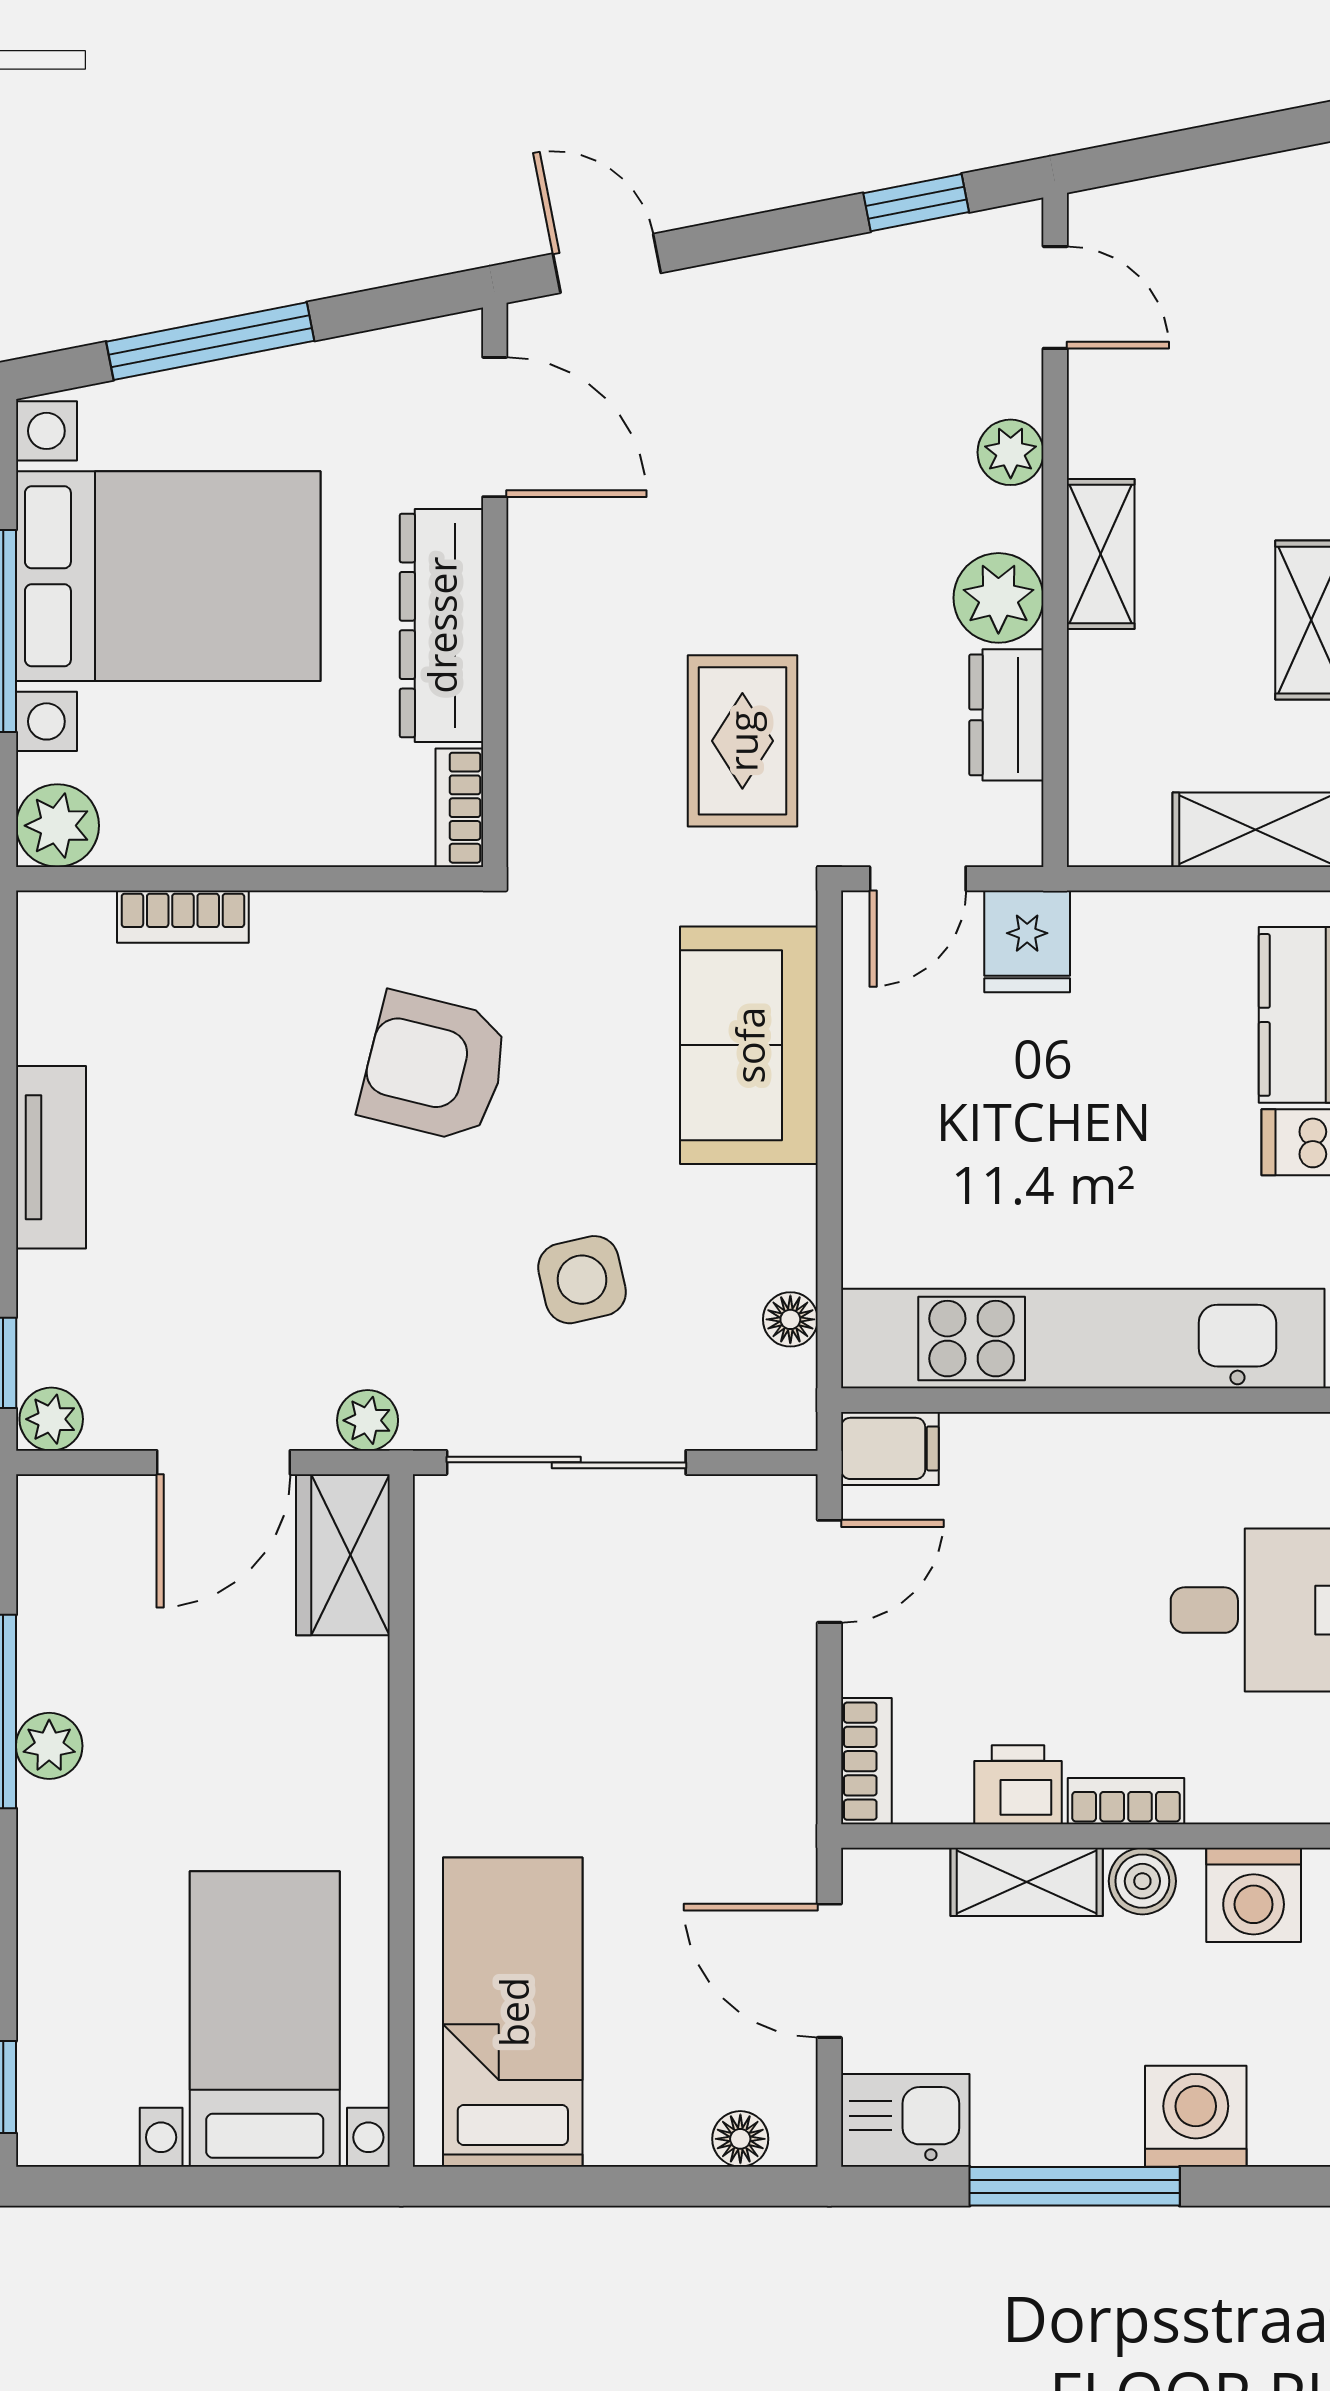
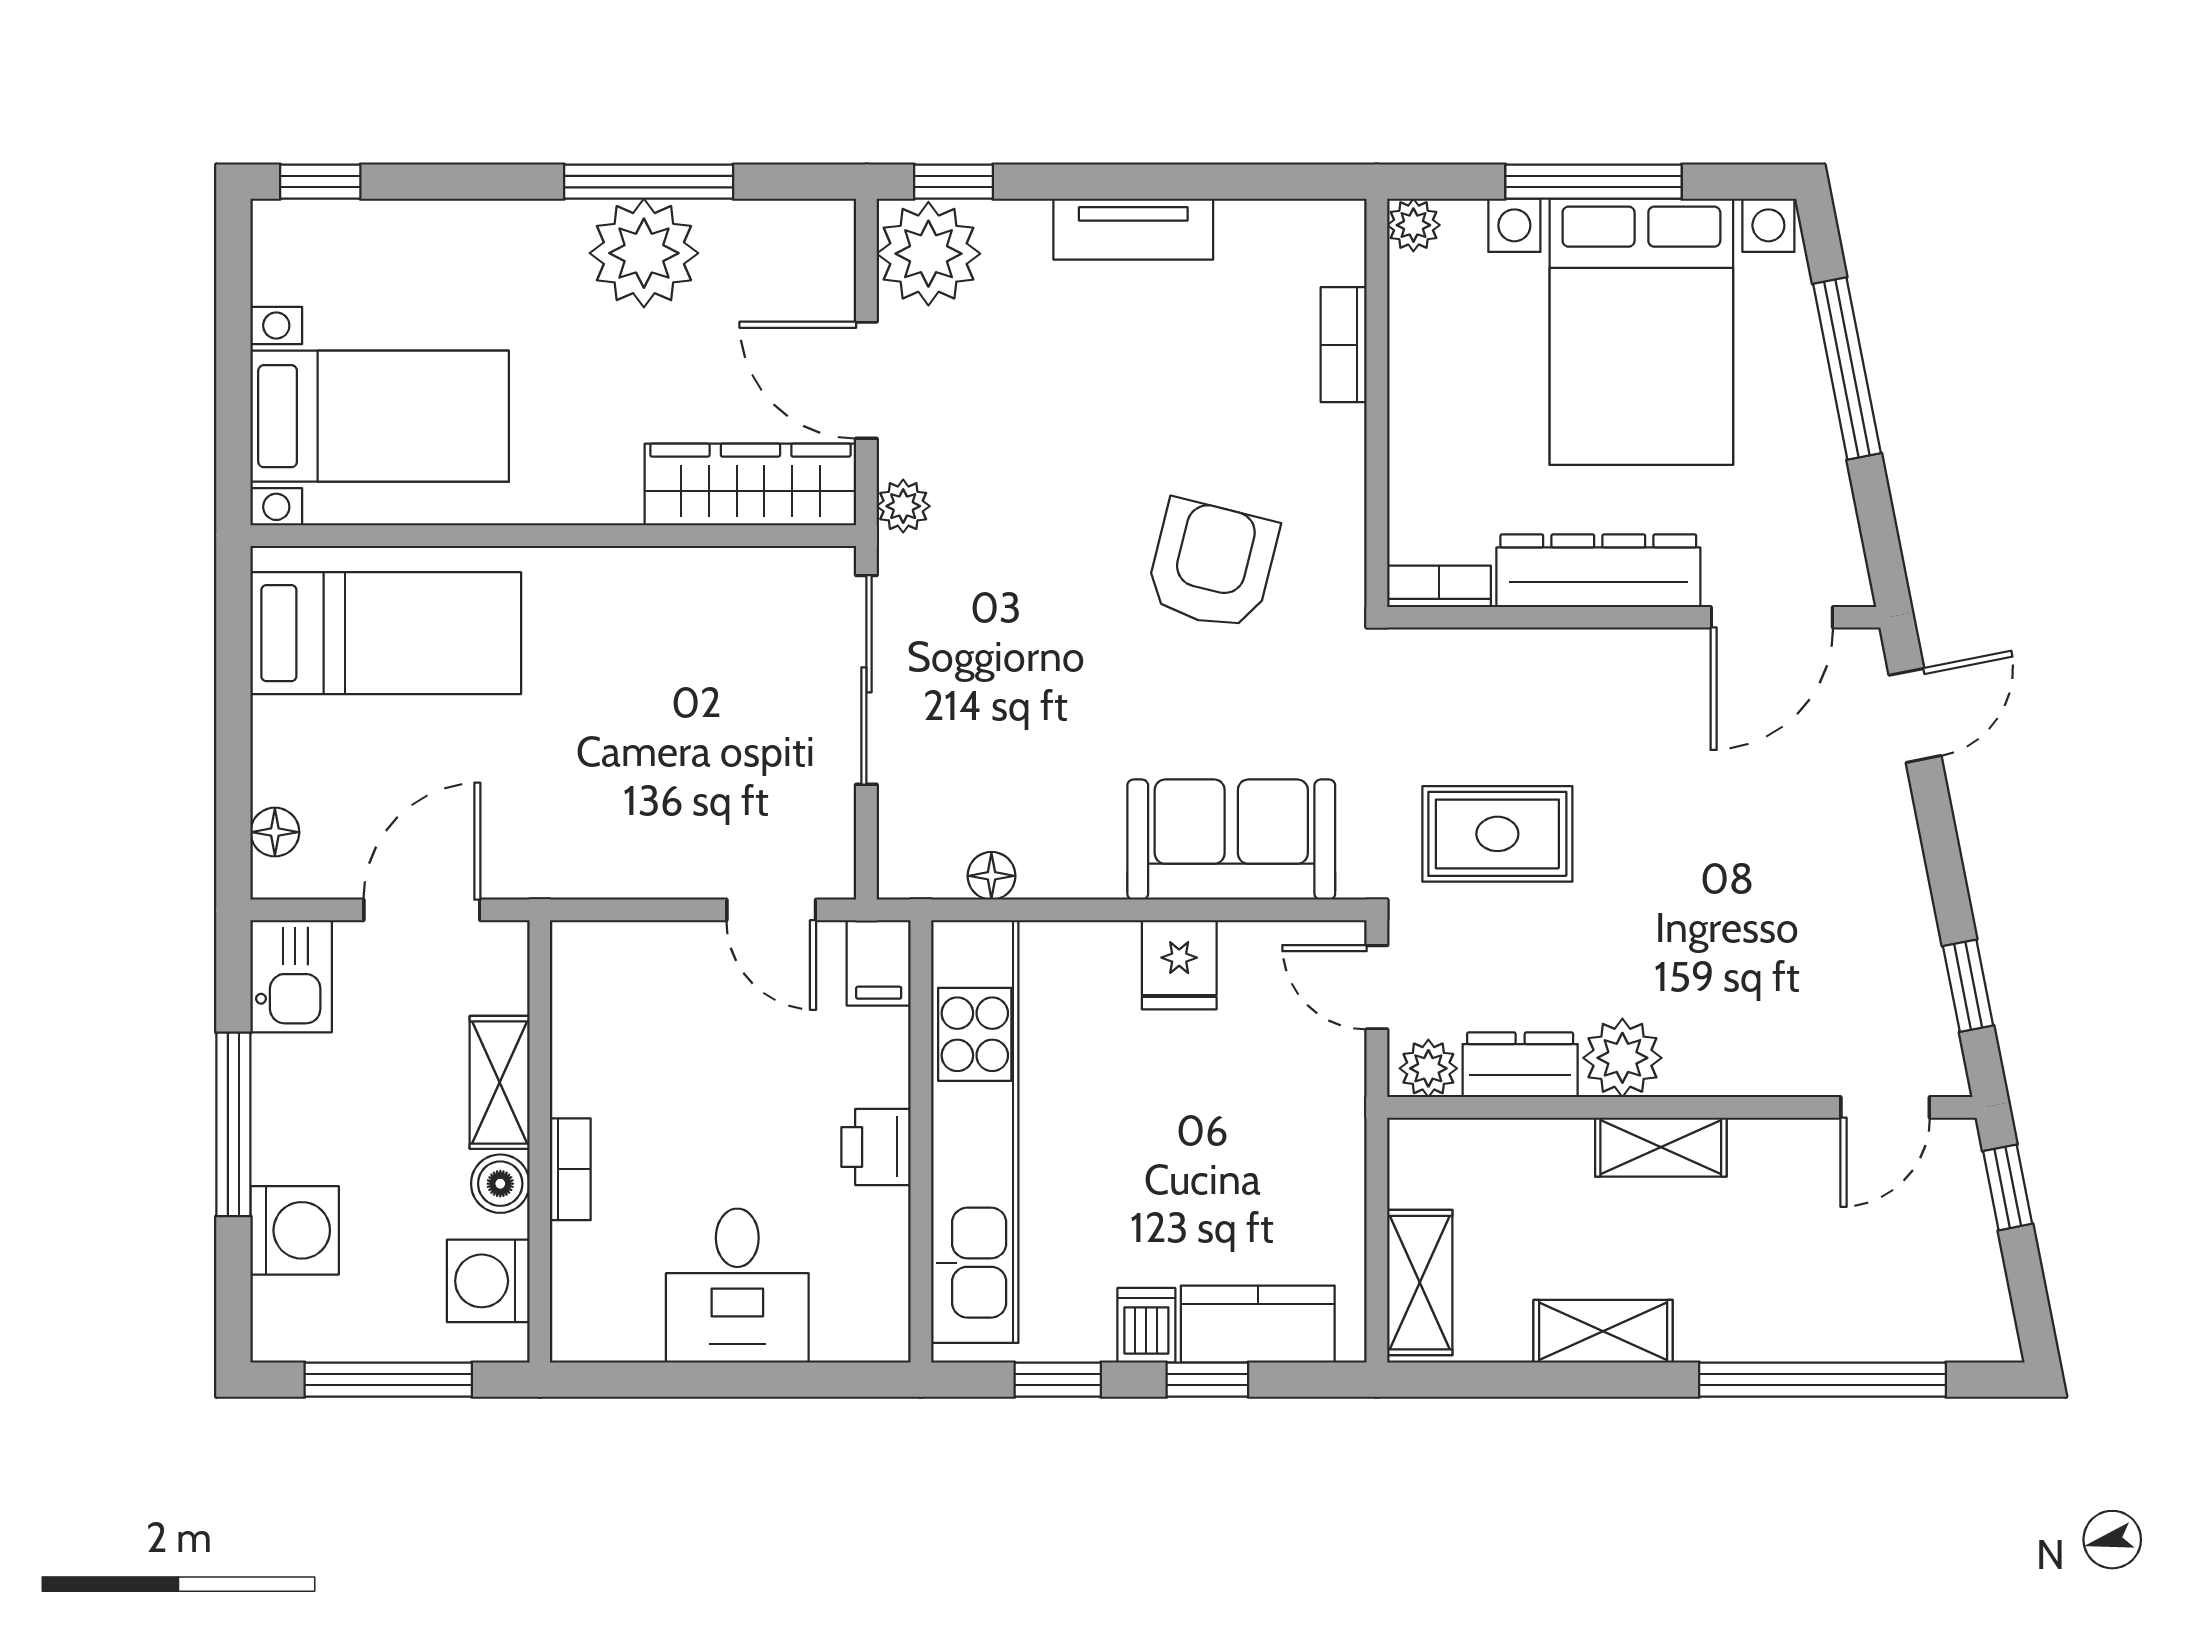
window: (1147, 157) -> (2008, 1187), added
plant: (1011, 452) -> (1428, 1068), moved
plant: (57, 826) -> (1413, 225), width x0.73, depth x0.73
fridge: (1027, 941) -> (1179, 965), moved, turned -90
side table: (582, 1280) -> (1026, 694), removed
plant: (51, 1419) -> (928, 254), width x1.88, depth x1.88
wardrobe: (343, 1555) -> (750, 484), width x1.50
plant: (49, 1746) -> (644, 253), width x1.87, depth x1.87
bookcase: (866, 1761) -> (605, 942), removed
printer: (1018, 1785) -> (876, 1147), moved, turned 180

